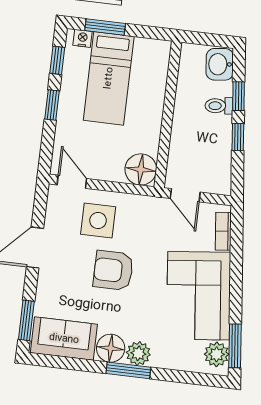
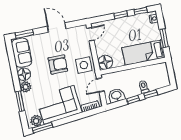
window: (105, 27) -> (164, 38), moved
washbasin: (220, 64) -> (116, 96), moved
bed: (109, 78) -> (144, 53), moved
side table: (98, 221) -> (84, 65), moved
armchair: (113, 270) -> (58, 64), turned 90
window: (128, 370) -> (20, 101), moved

